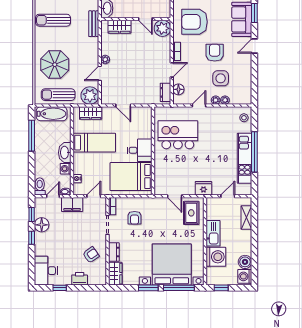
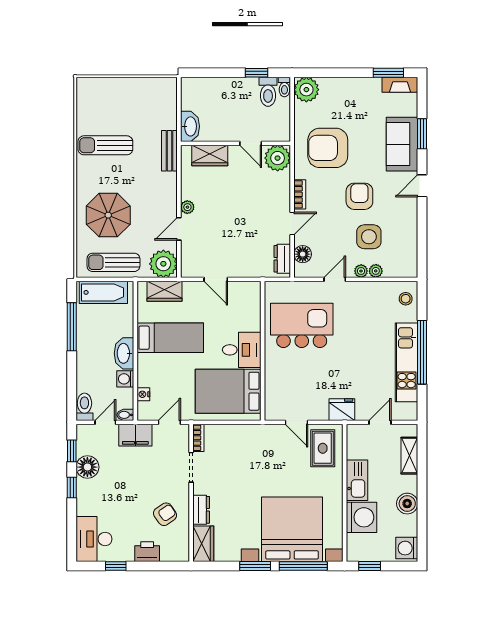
armchair: (135, 218) -> (234, 456), removed
boiler: (245, 262) -> (407, 504), moved

